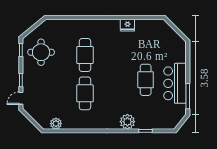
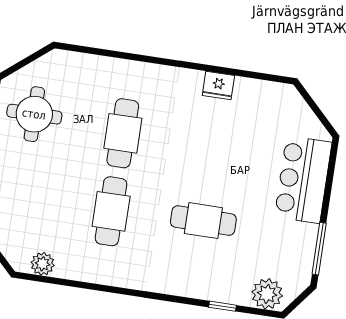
cafe table: (146, 80) -> (203, 221), moved, turned 90
bar counter: (175, 83) -> (303, 180), moved
plant: (127, 122) -> (267, 294), moved

